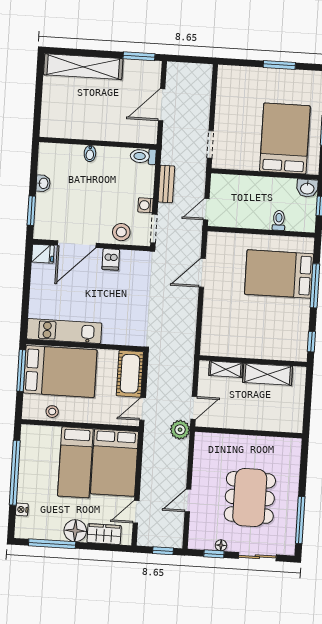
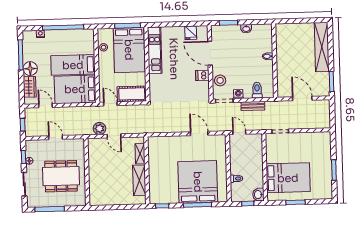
toilet: (143, 156) -> (257, 90), moved
fridge: (43, 254) -> (191, 33), moved
bed: (279, 274) -> (198, 182), width x1.36
wall: (249, 432) -> (87, 172), moved

